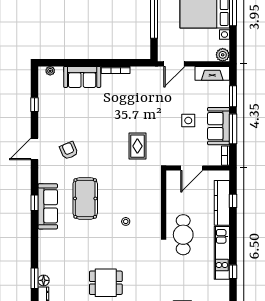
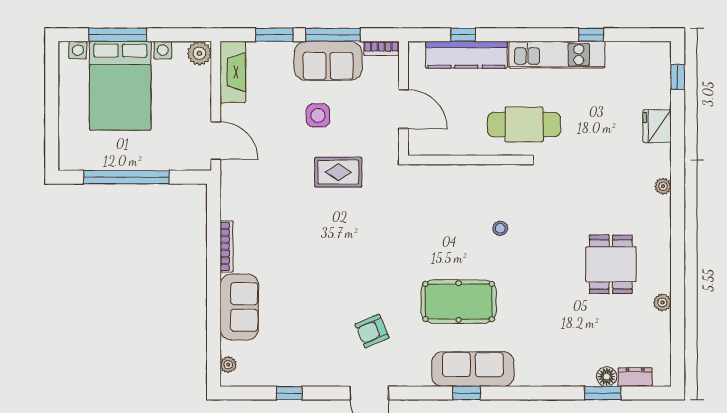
rug: (137, 146) -> (338, 172), moved

